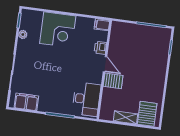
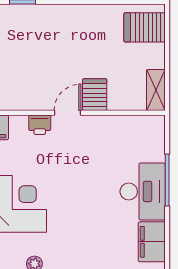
desk: (86, 99) -> (143, 191), moved, turned 90
shelving: (126, 117) -> (156, 90), moved

